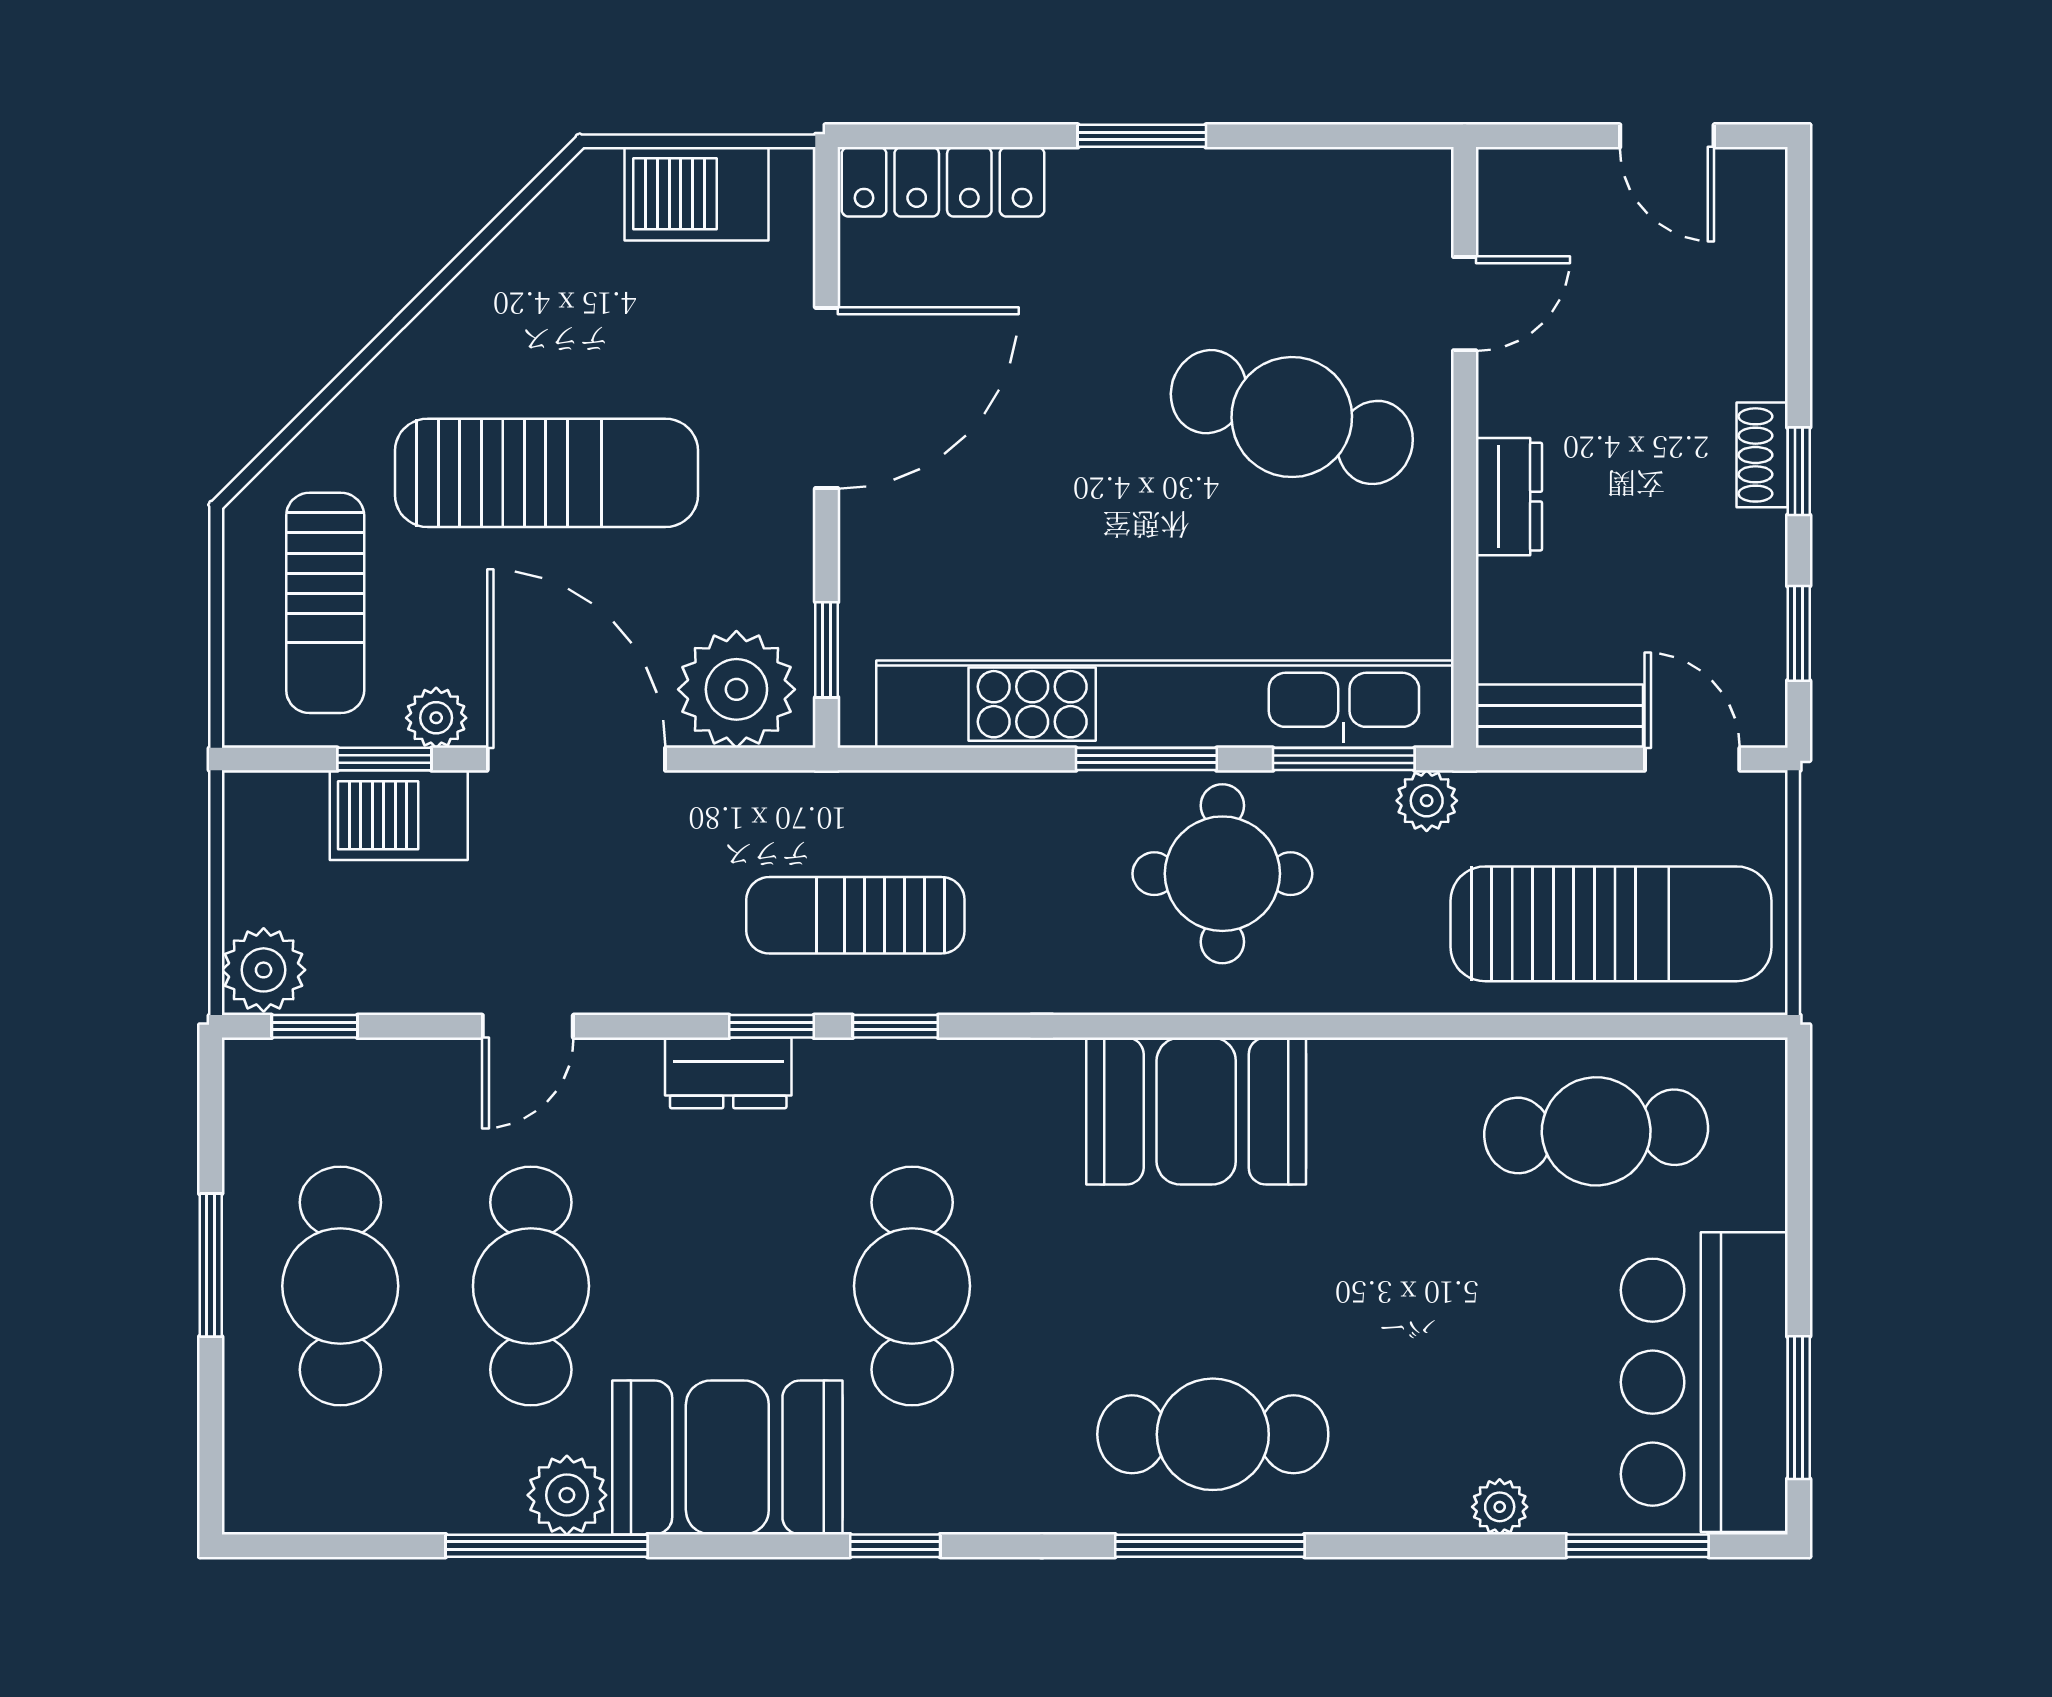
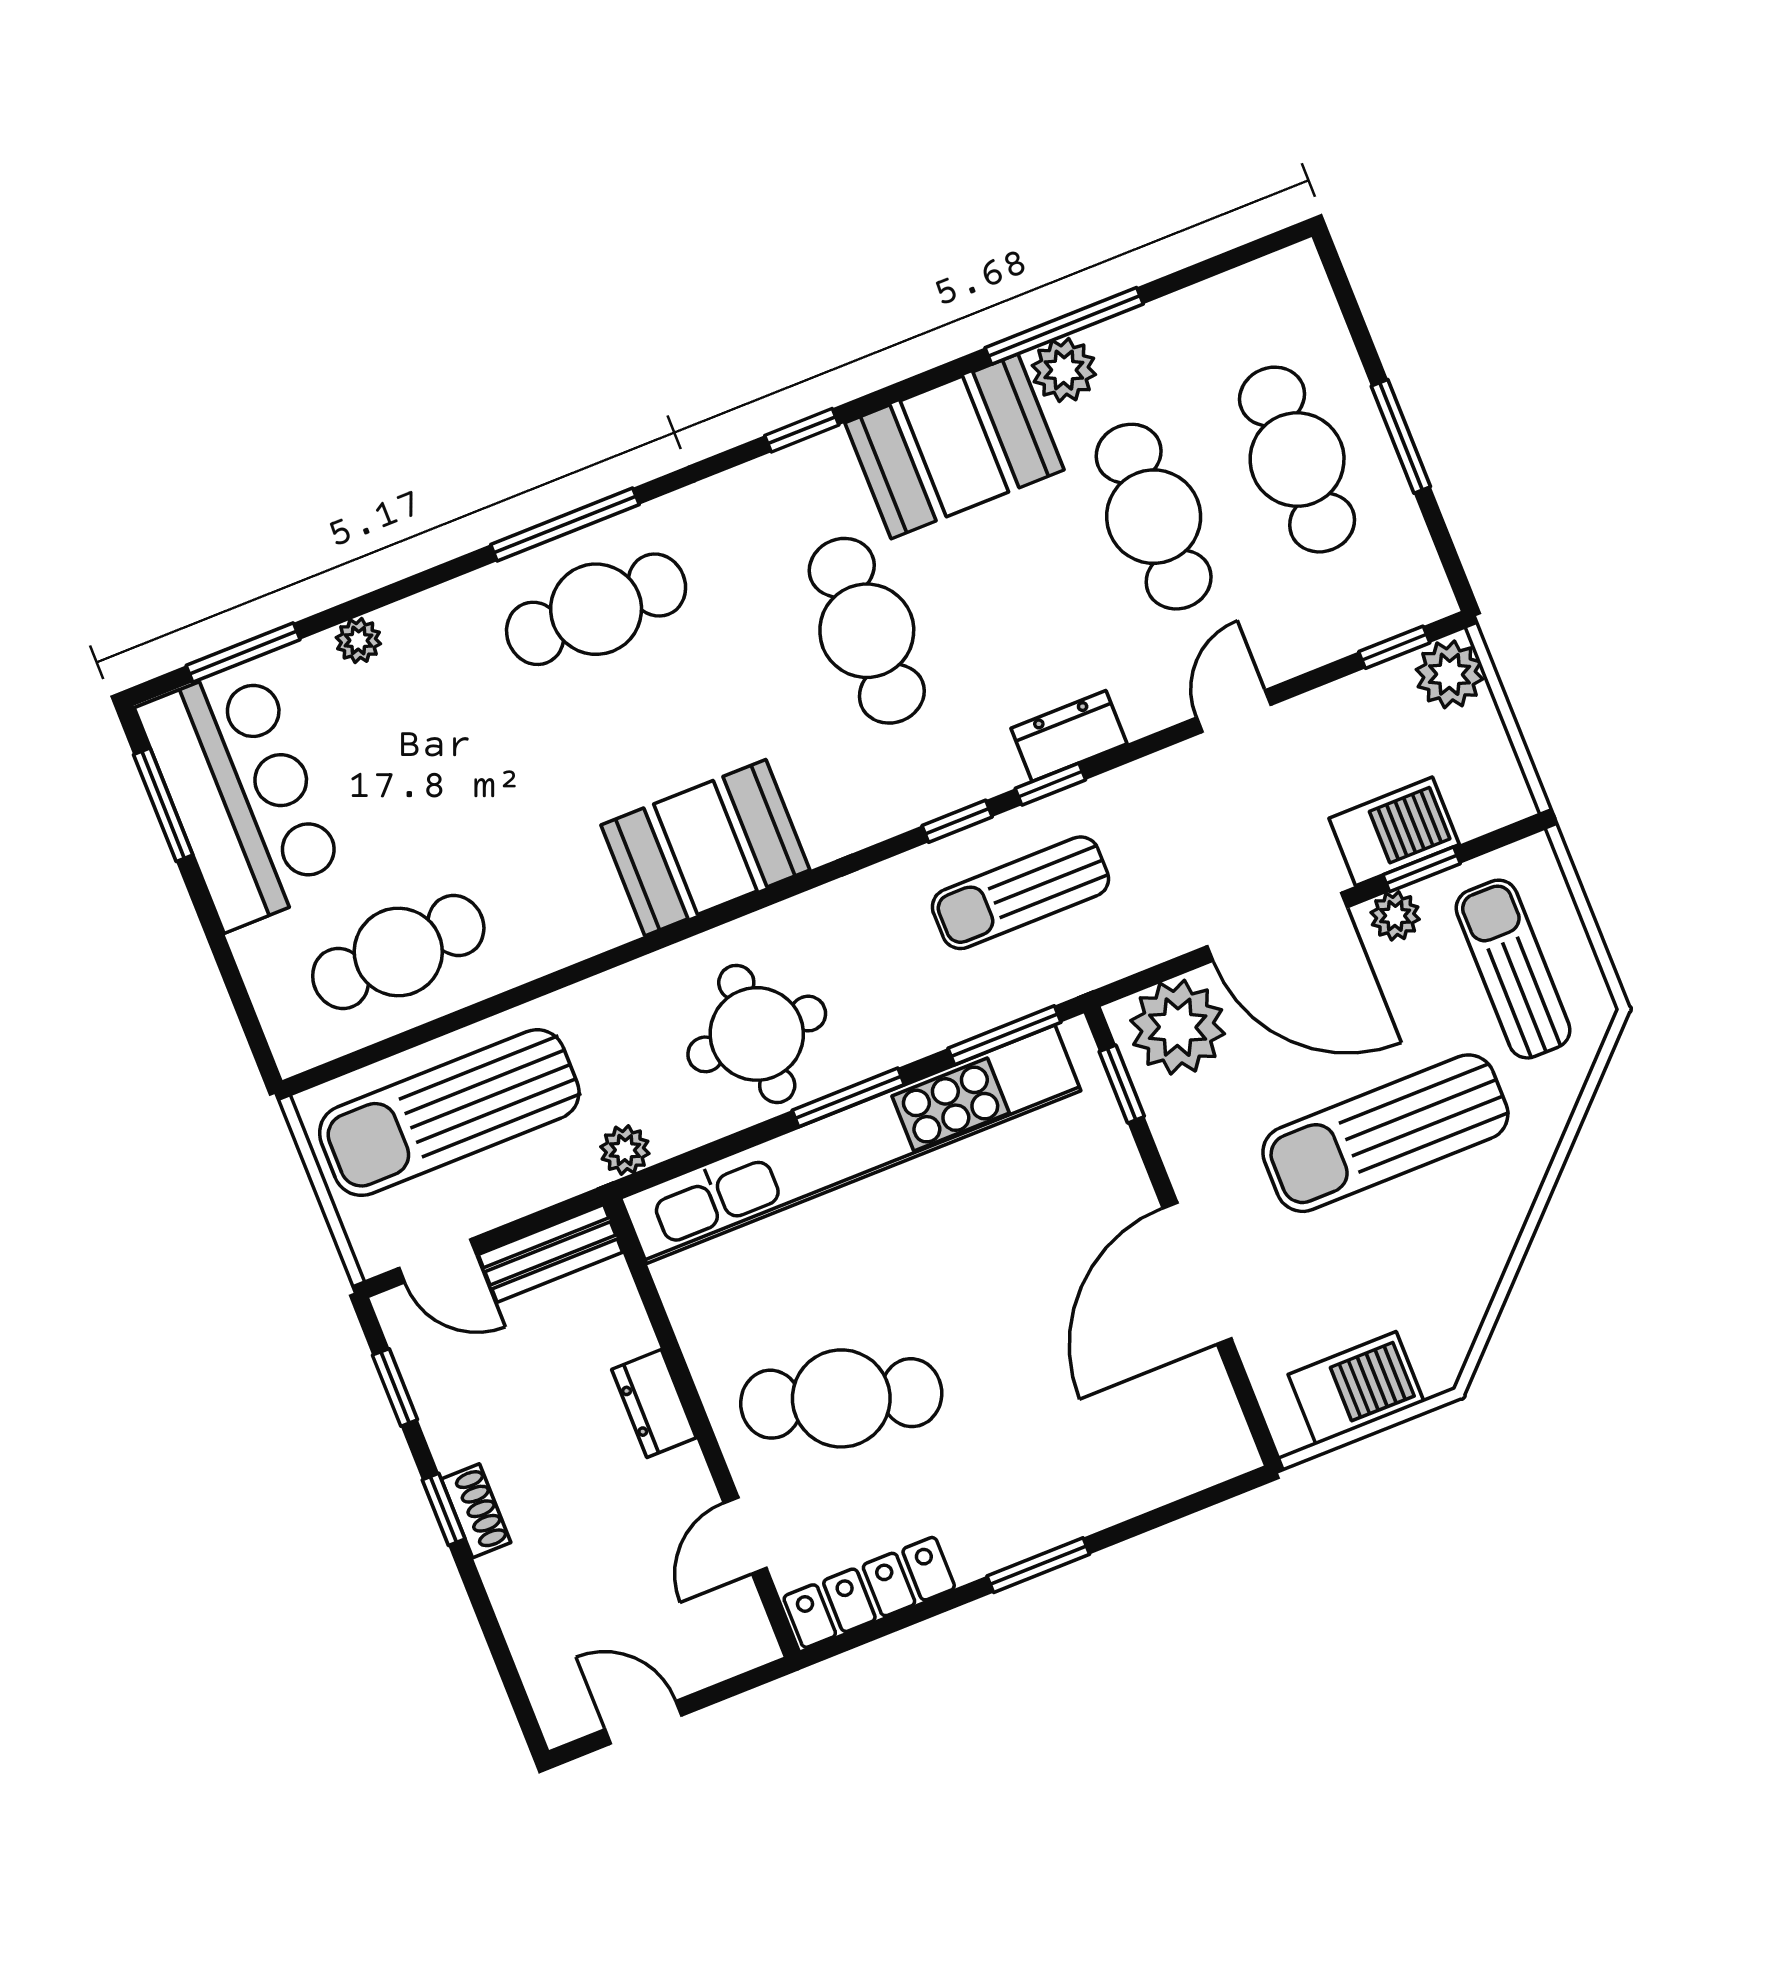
locker: (943, 182) -> (869, 1592), moved
window: (1344, 759) -> (1005, 1035), moved
sun lounger: (855, 915) -> (1020, 893), turned 180

